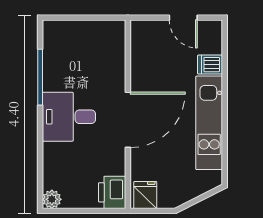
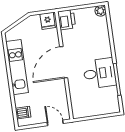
door: (183, 18) -> (55, 123), moved
dishwasher: (210, 65) -> (23, 113), moved
desk: (69, 117) -> (99, 73), moved

